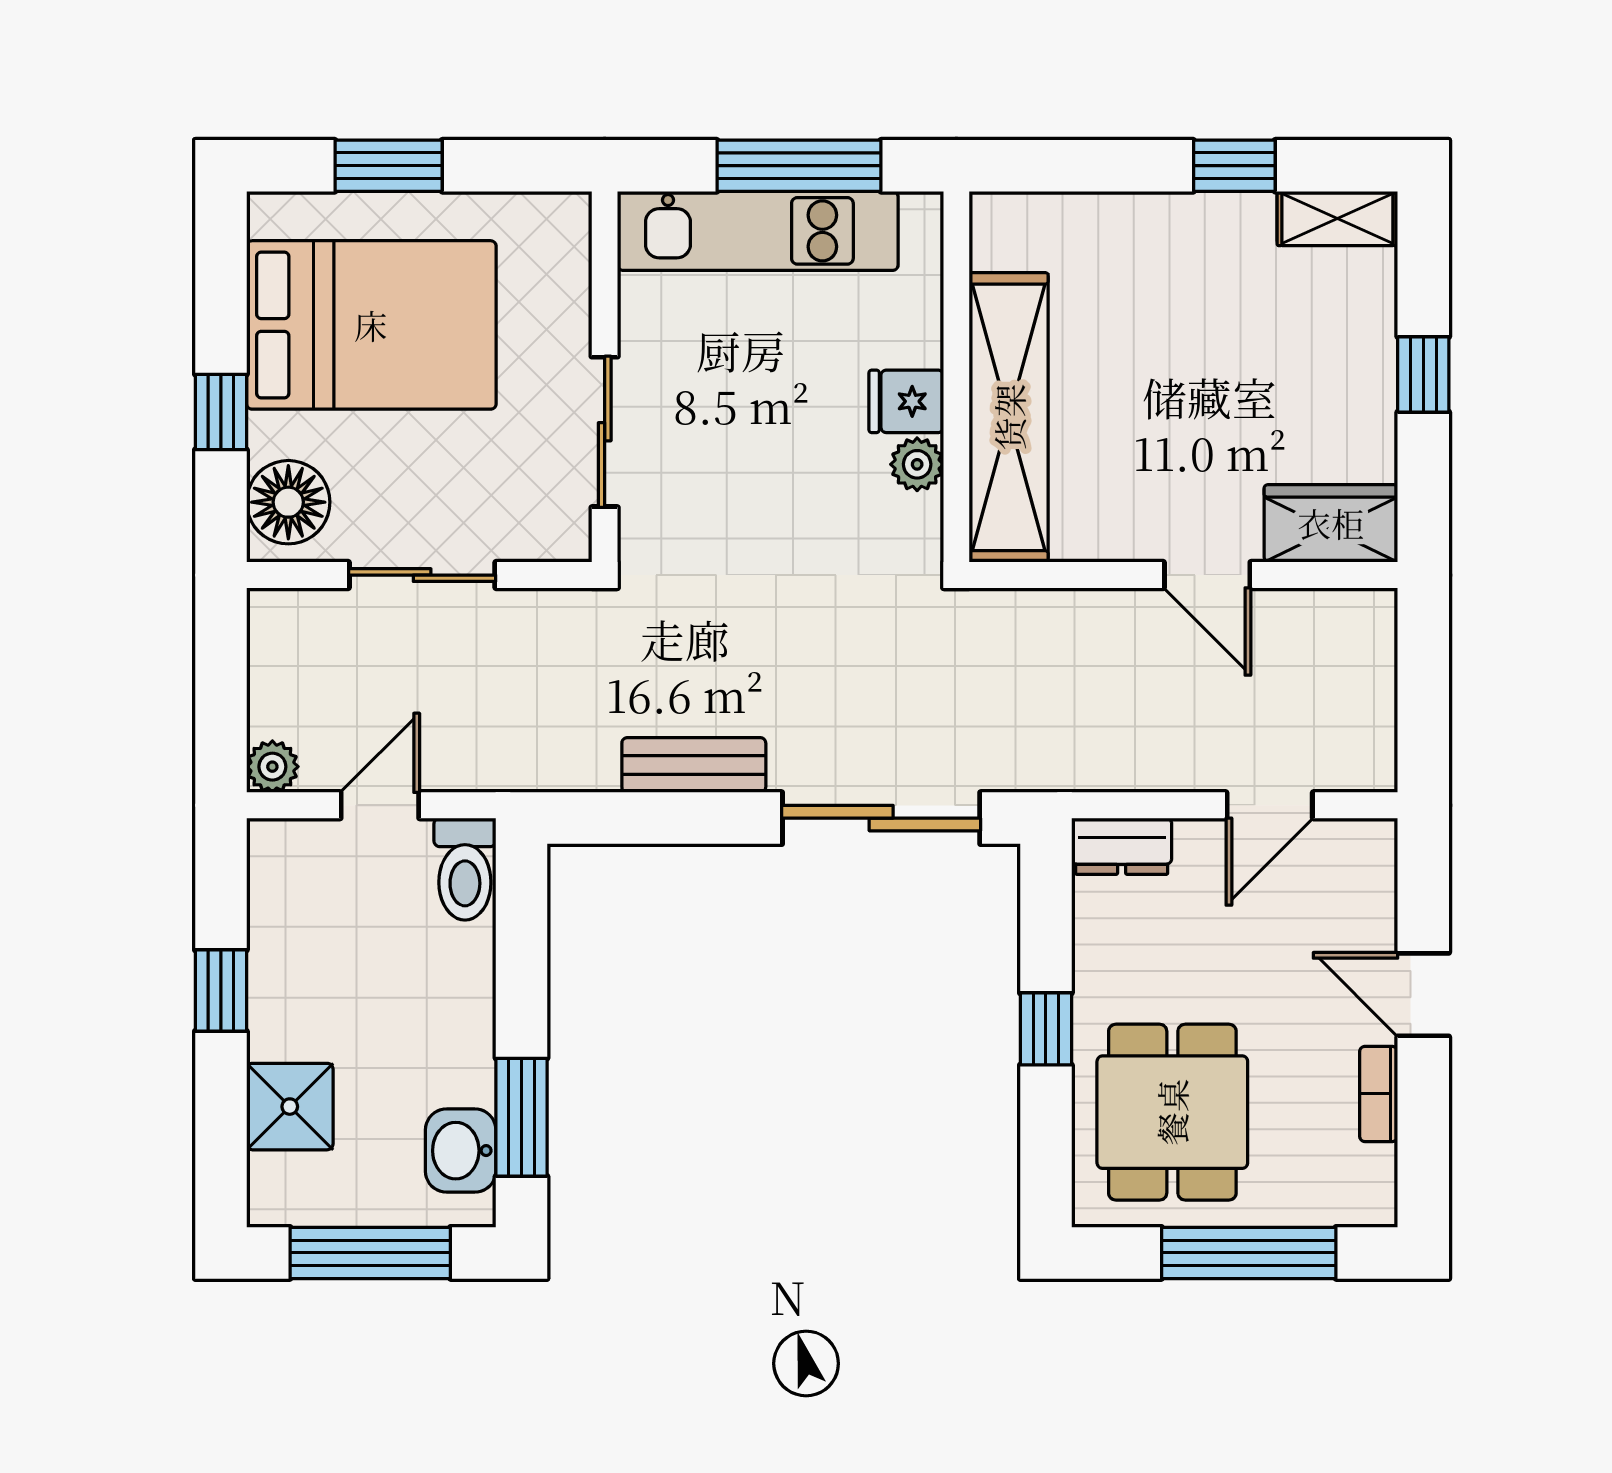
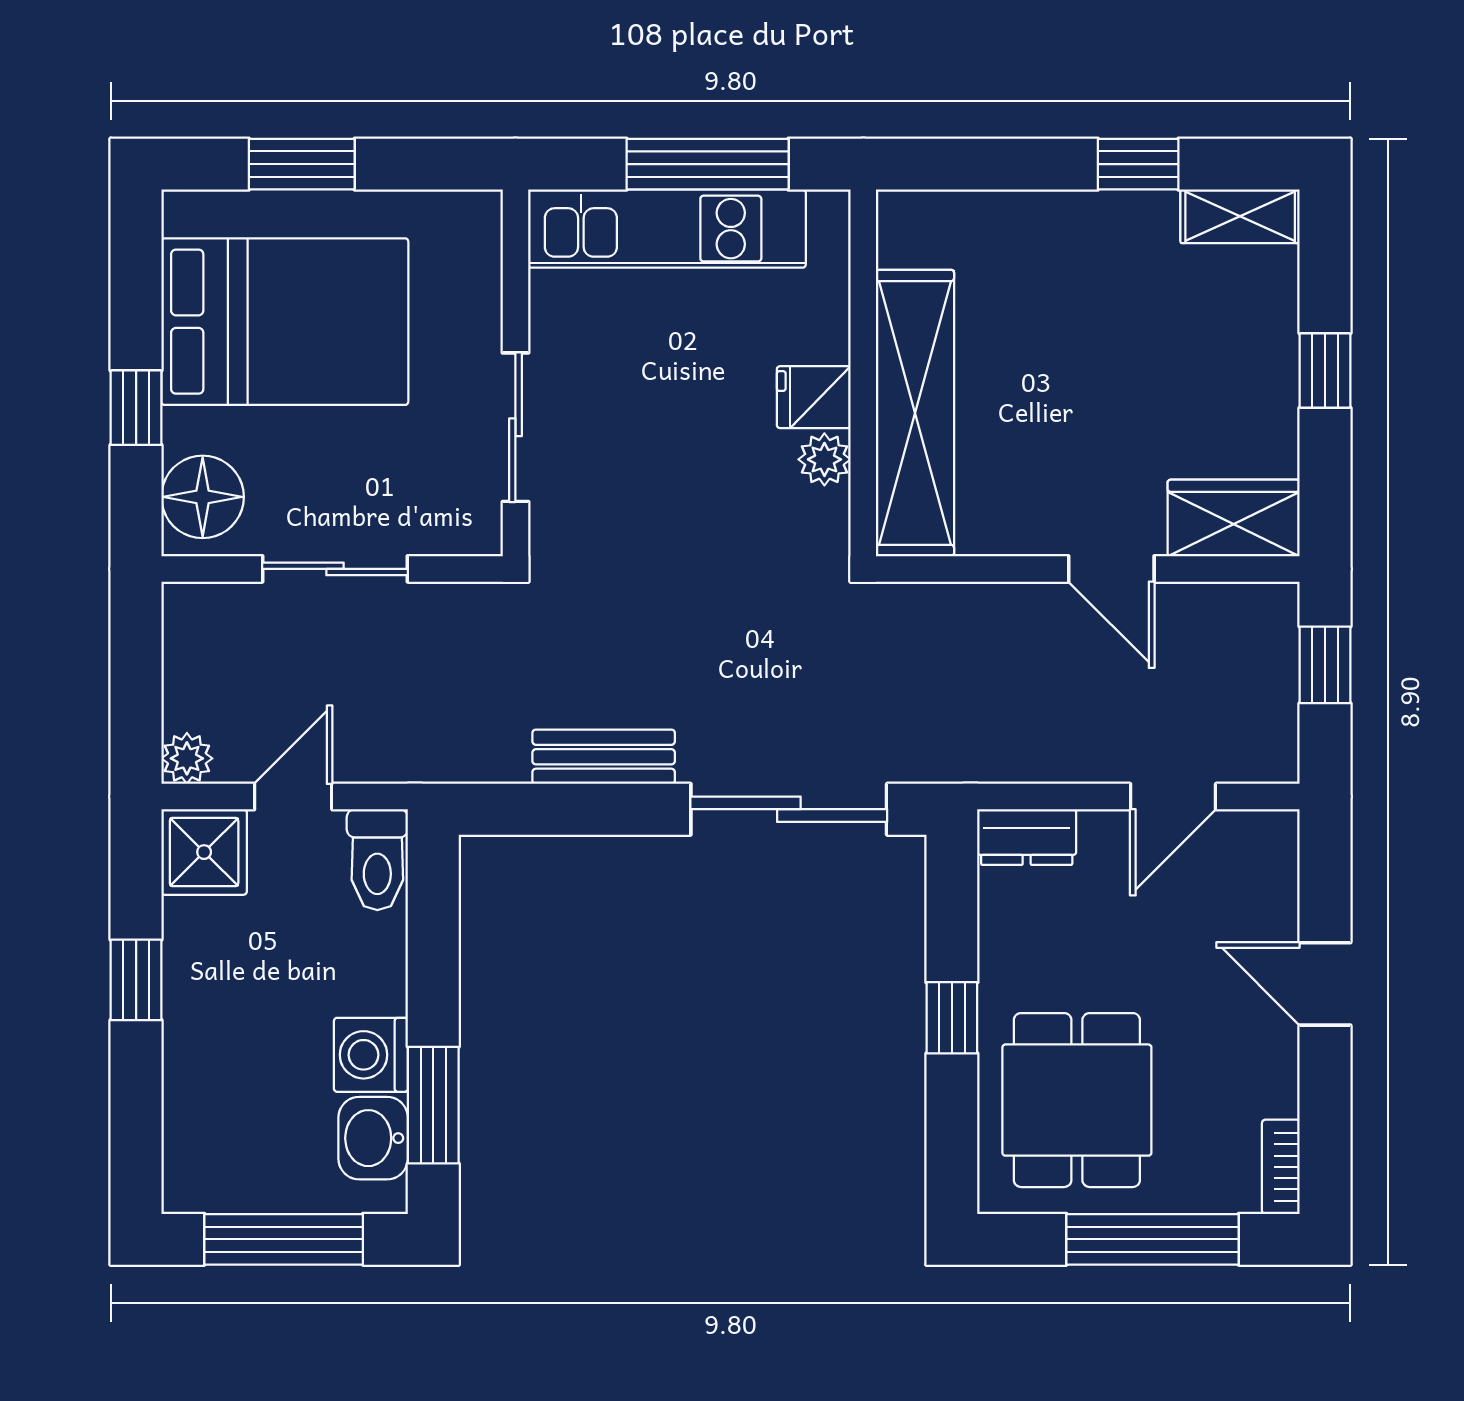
window: (1423, 672) -> (1325, 665), added
washing machine: (458, 1066) -> (371, 1055), added
bookcase: (1379, 1094) -> (1281, 1167), moved
shower: (290, 1107) -> (204, 852), moved

